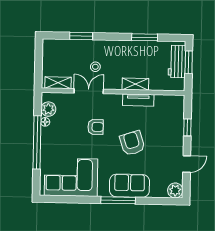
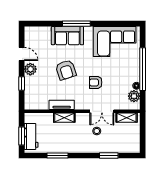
door: (187, 164) -> (22, 54), swing flipped
plant: (175, 190) -> (30, 69), moved

